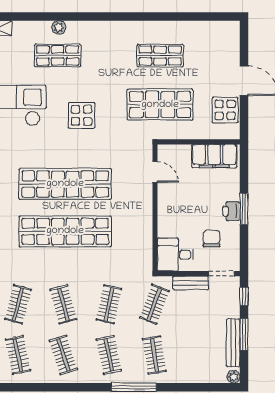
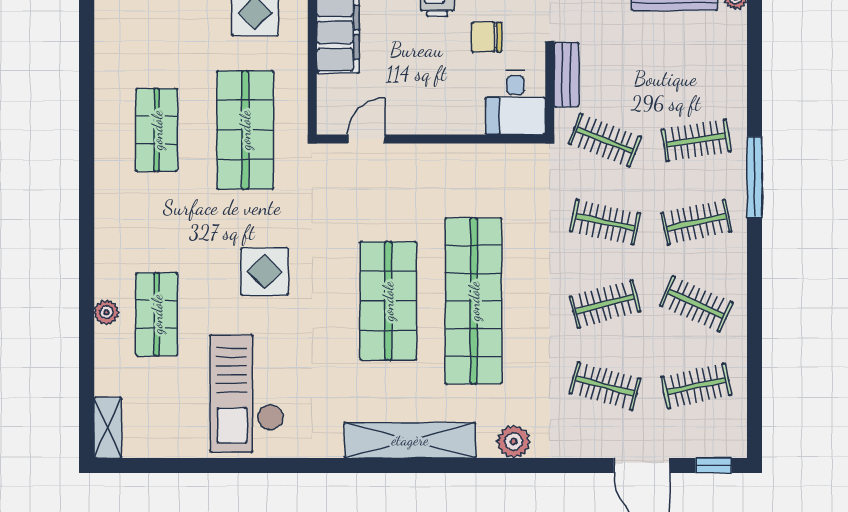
shop shelf: (65, 184) -> (388, 301), width x0.71
clothes rail: (63, 355) -> (696, 304), turned 42

